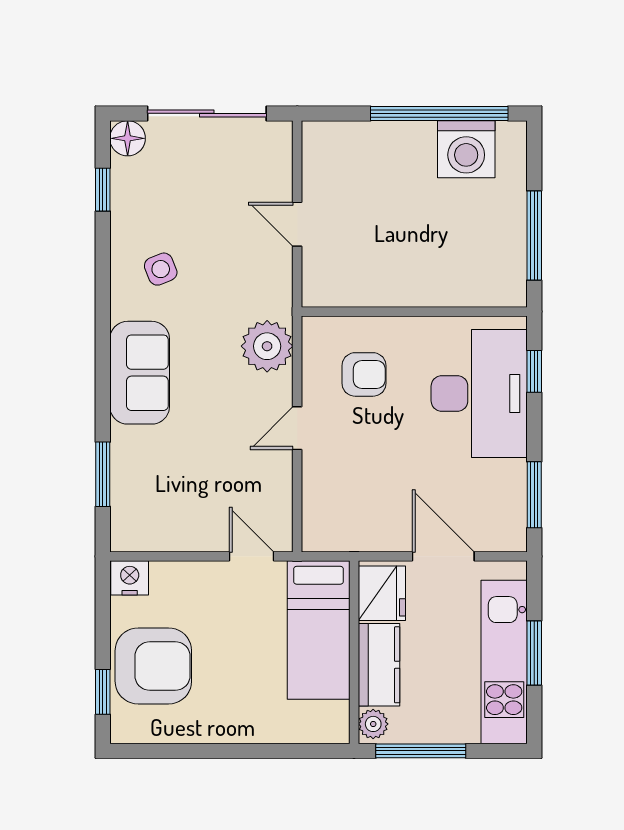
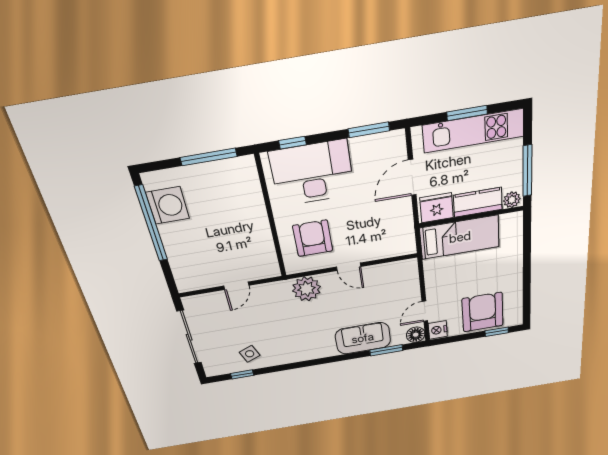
floor lamp: (128, 138) -> (416, 335), moved
side table: (161, 269) -> (250, 354), moved
sofa: (140, 373) -> (363, 338), moved
armchair: (364, 374) -> (313, 238), width x1.38, depth x1.38
door: (252, 556) -> (425, 311), moved

